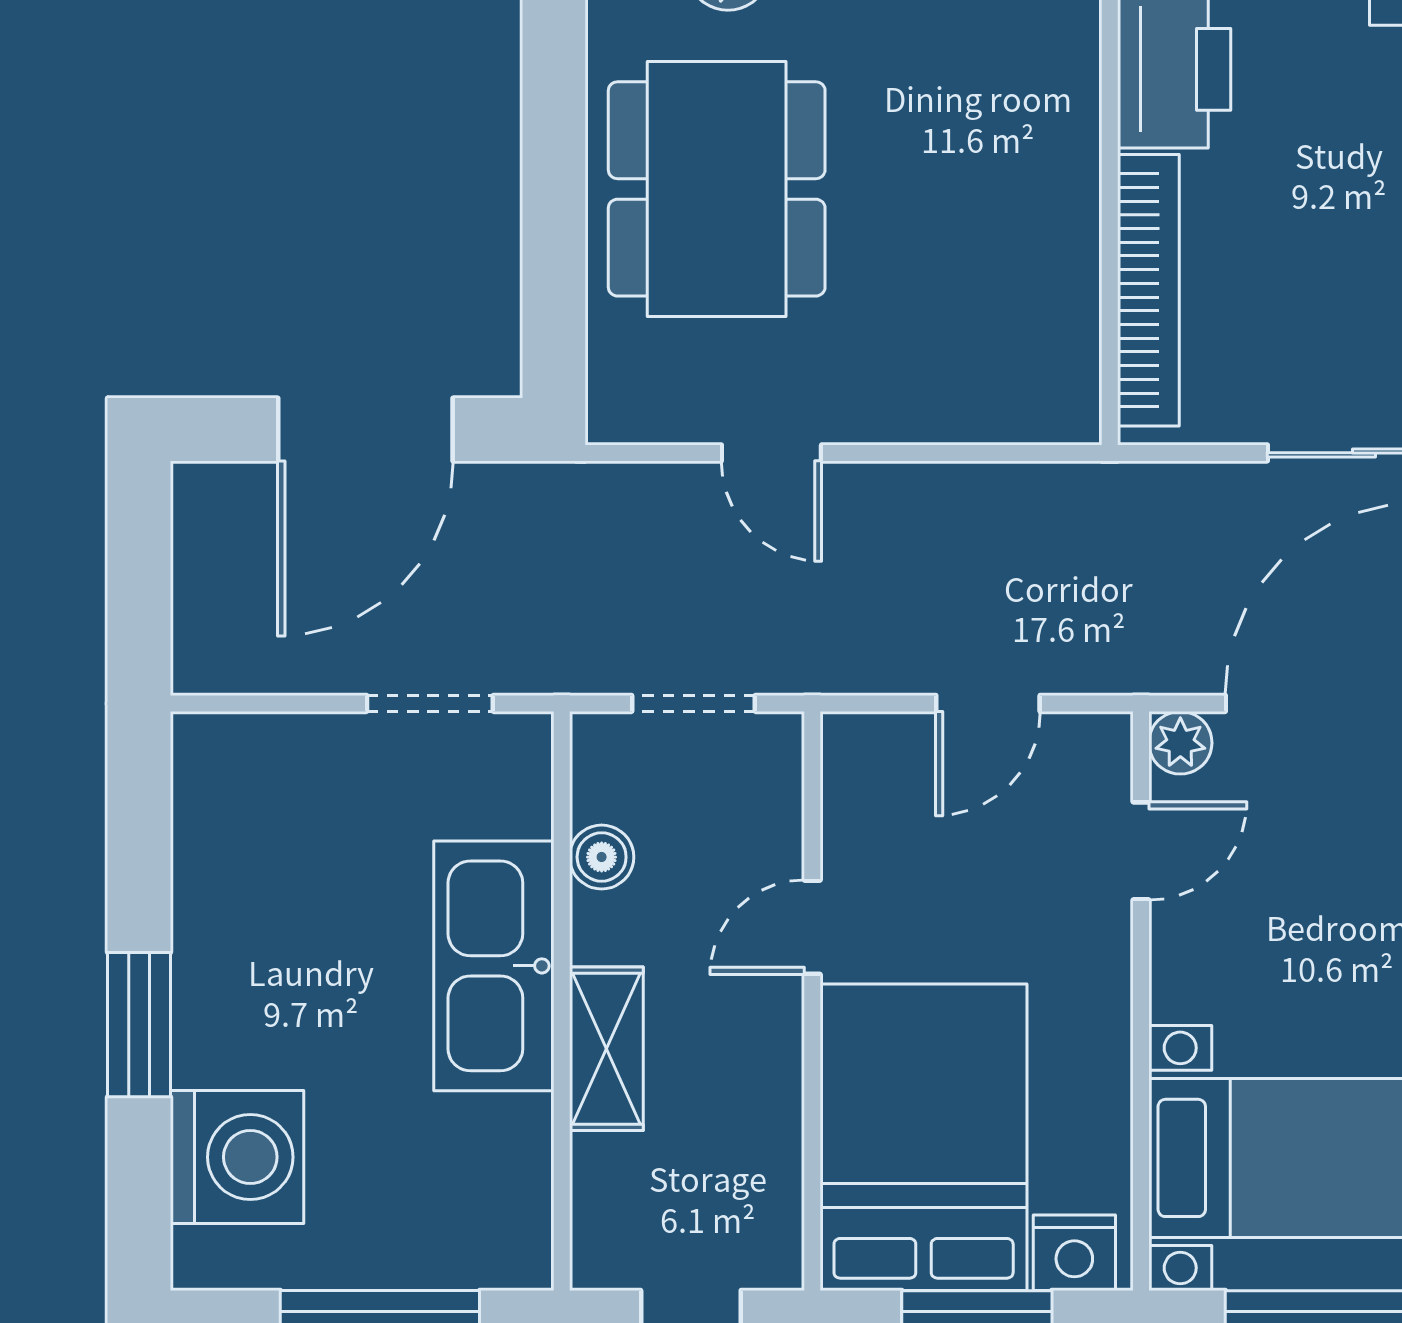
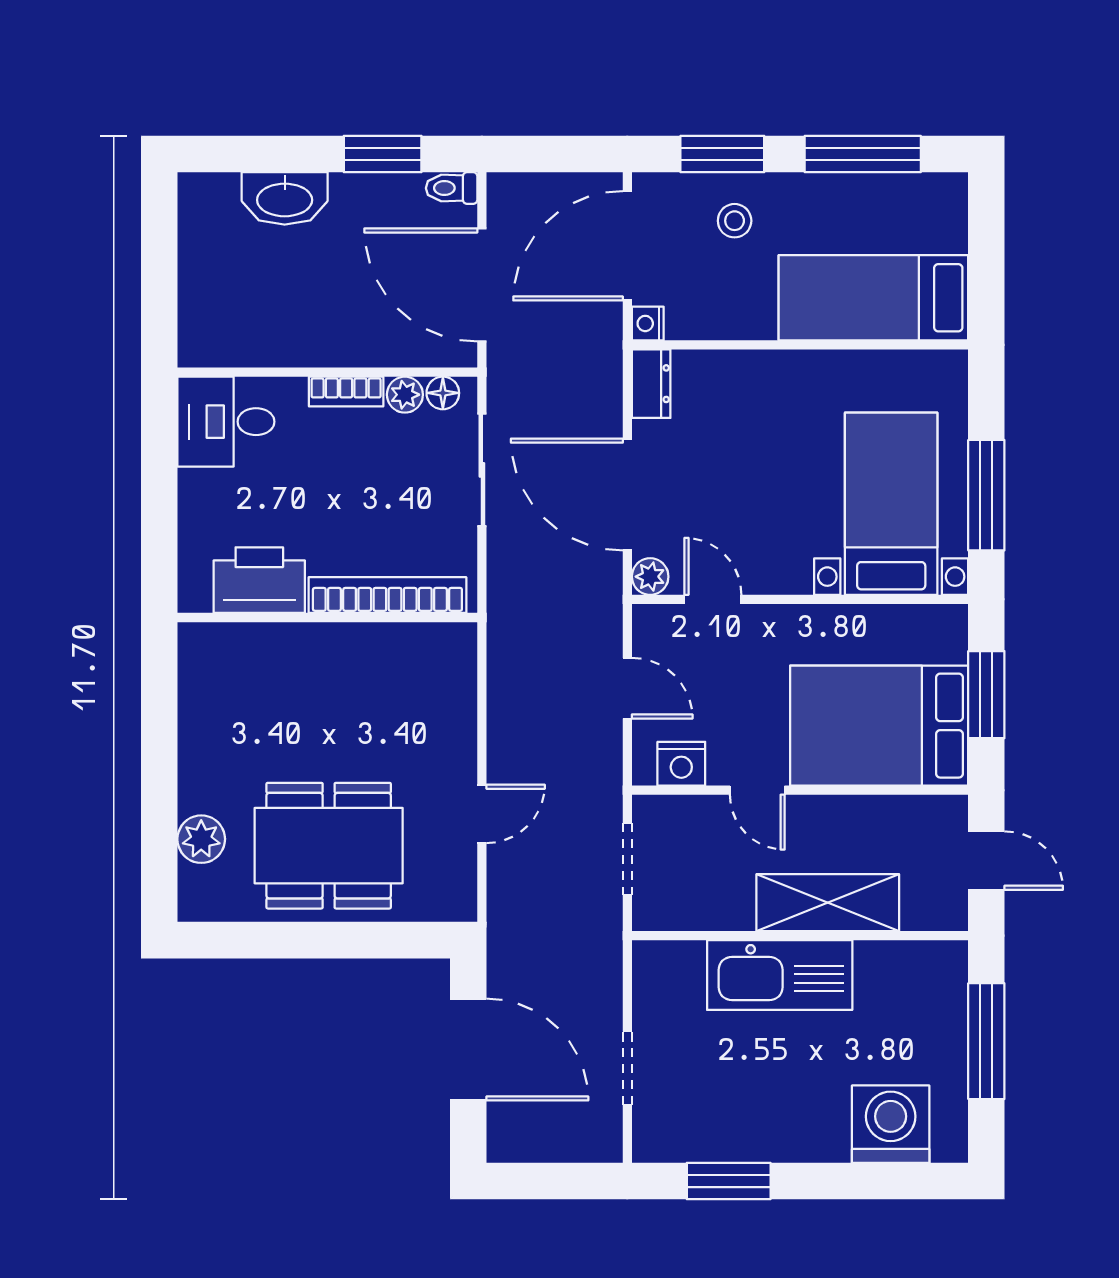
doorway: (430, 703) -> (627, 1068), moved
boiler: (602, 857) -> (716, 912), removed
window: (139, 1025) -> (729, 1181), moved
shelving: (606, 1049) -> (828, 903), width x1.50, depth x1.33
nightstand: (1074, 1253) -> (681, 764), moved, turned 90

